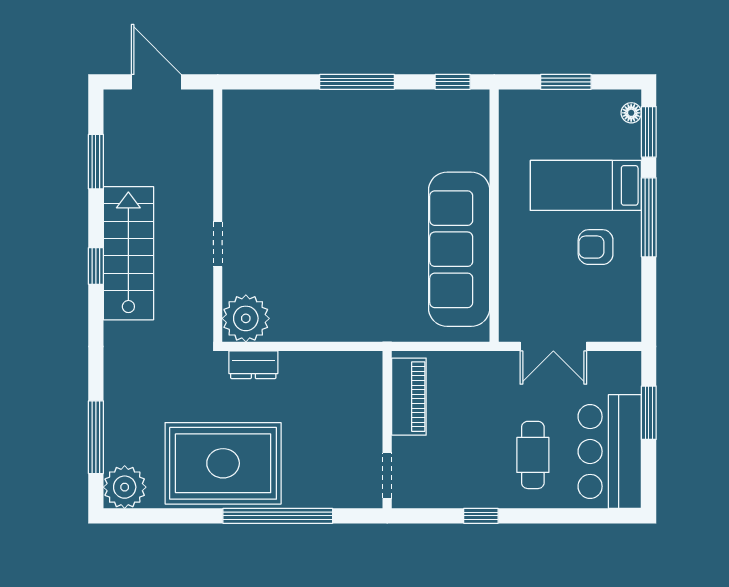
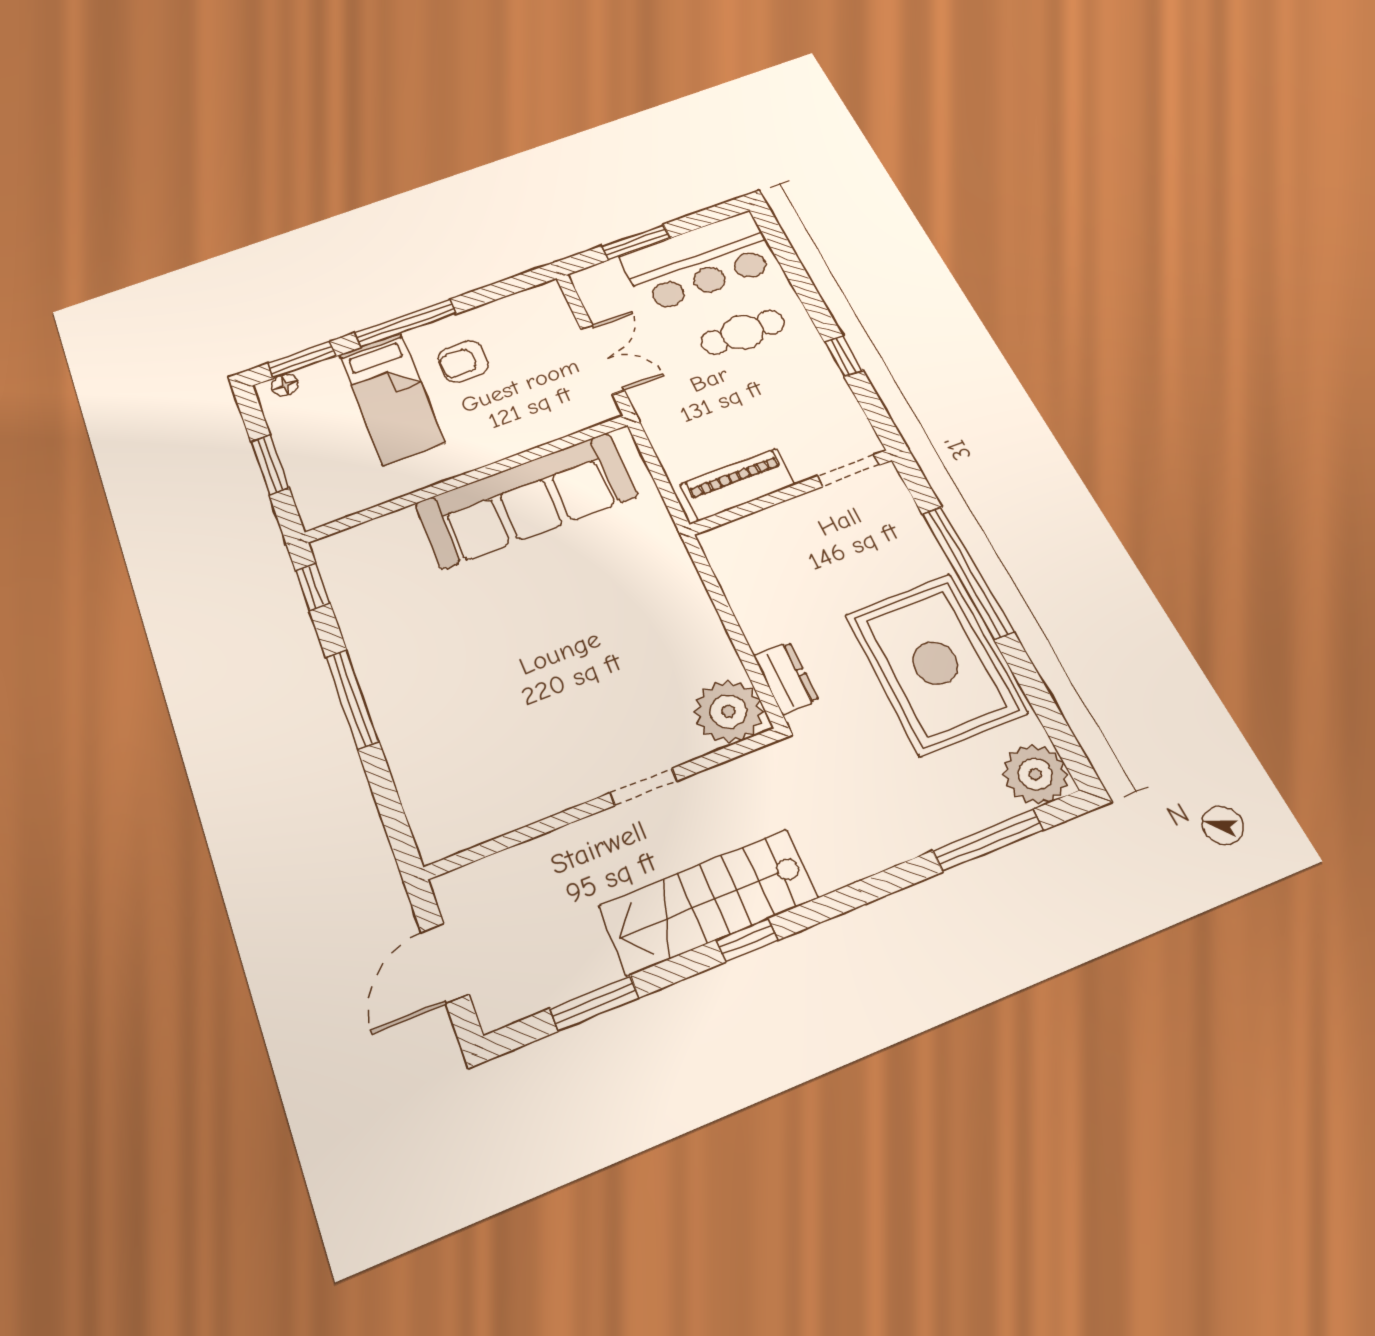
armchair: (596, 247) -> (463, 361), turned 90

